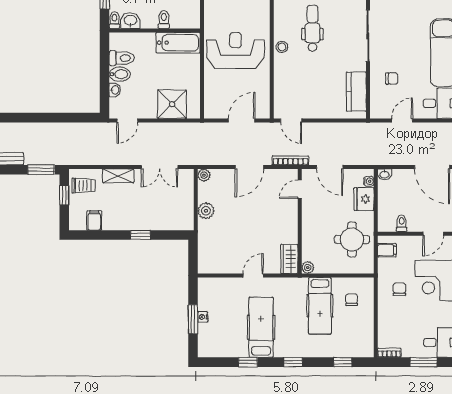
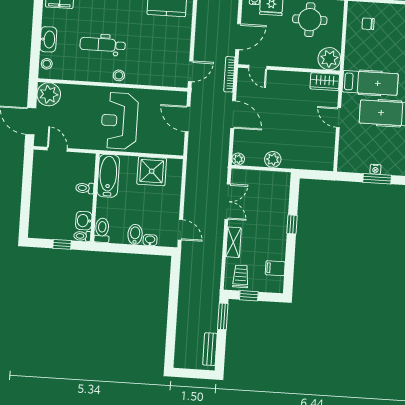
toilet: (122, 58) -> (102, 230), moved
shower: (172, 104) -> (152, 171), moved
plant: (308, 268) -> (329, 59), width x1.87, depth x1.87
hospital bed: (320, 306) -> (370, 83), moved

